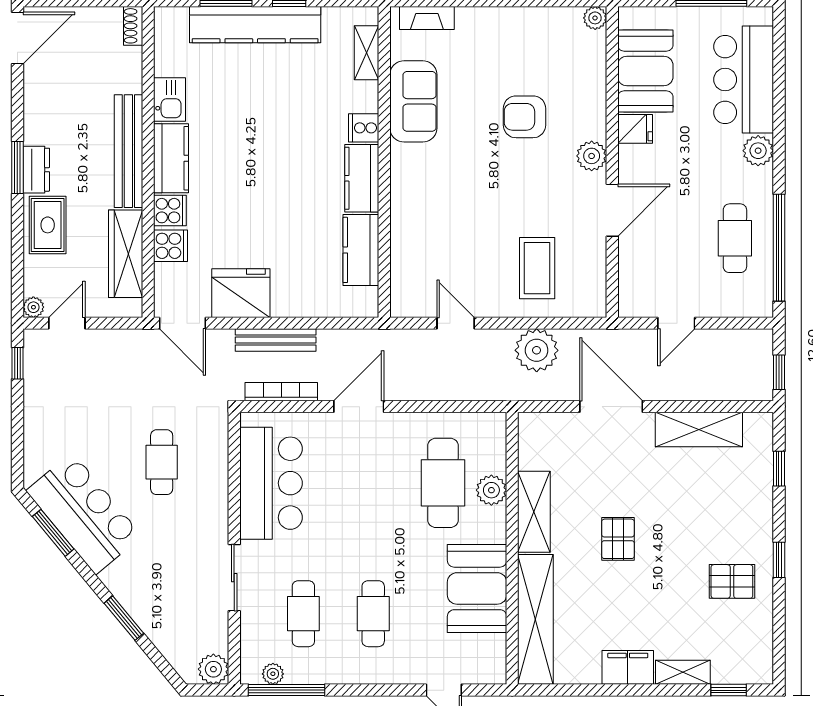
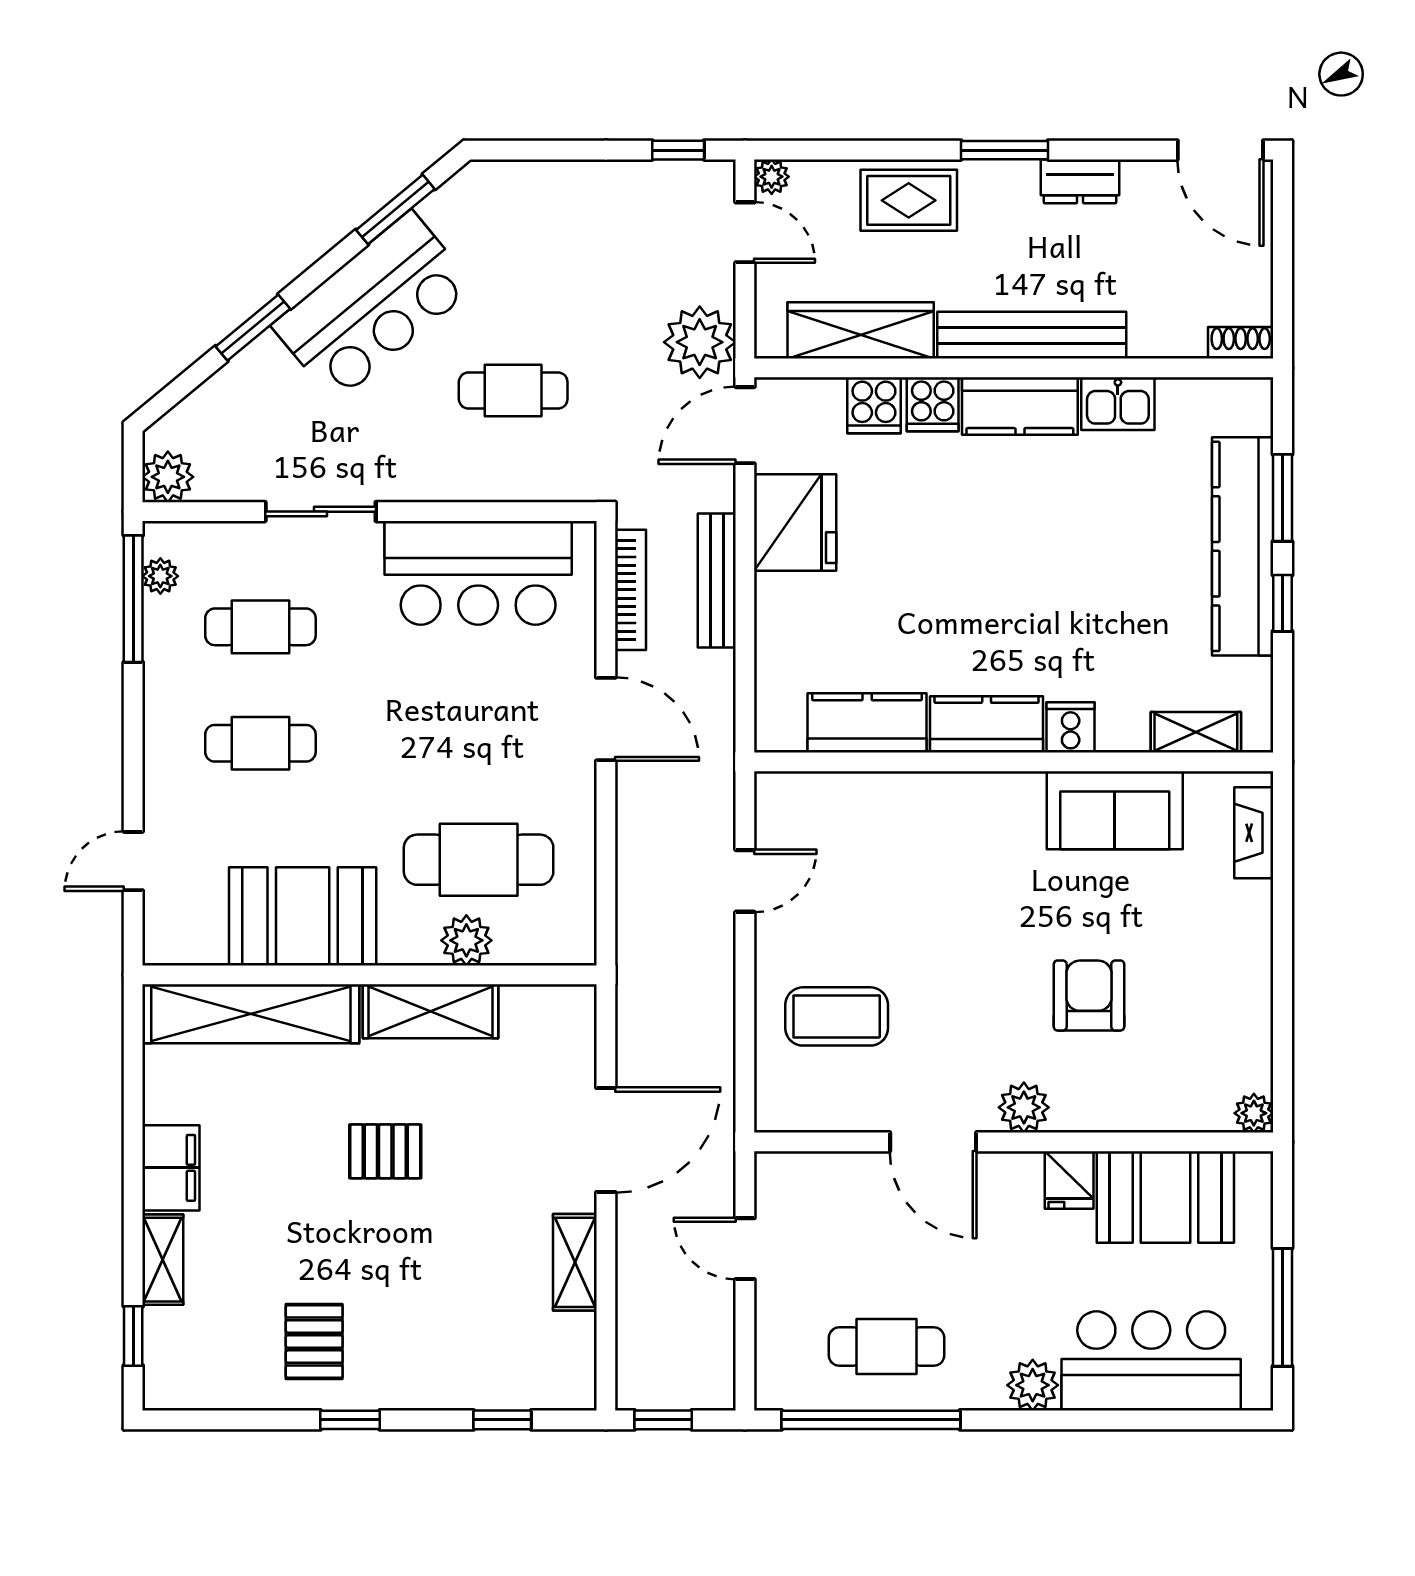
dresser: (36, 170) -> (1080, 181), moved
plant: (537, 350) -> (700, 342), moved
shelving: (699, 429) -> (575, 1262), width x0.67, depth x0.75
bar counter: (84, 513) -> (373, 306), moved

